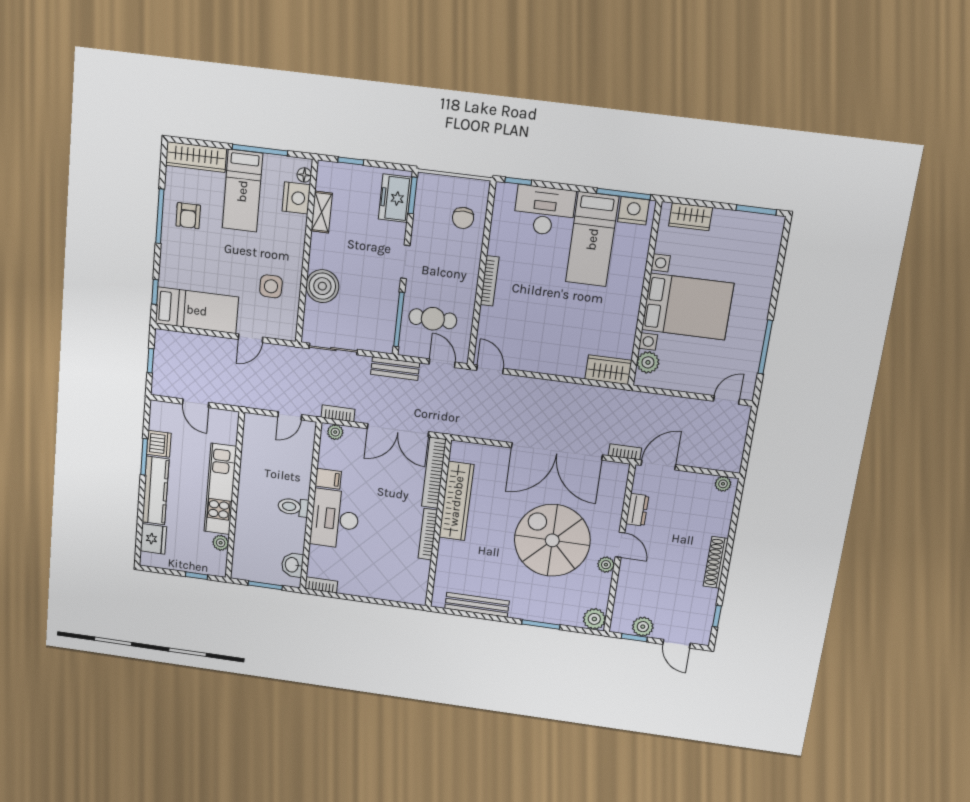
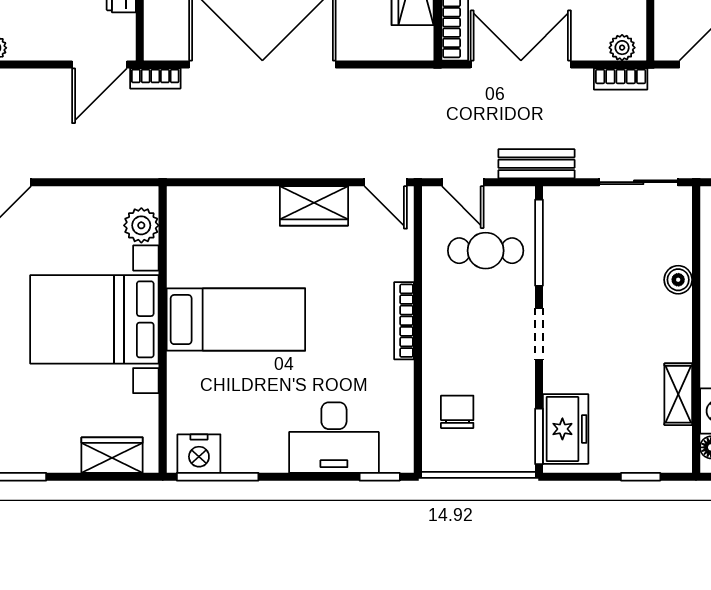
bed: (592, 239) -> (236, 320), moved, turned 90
boiler: (322, 286) -> (678, 280), width x0.54, depth x0.54
wardrobe: (608, 370) -> (314, 206), moved

